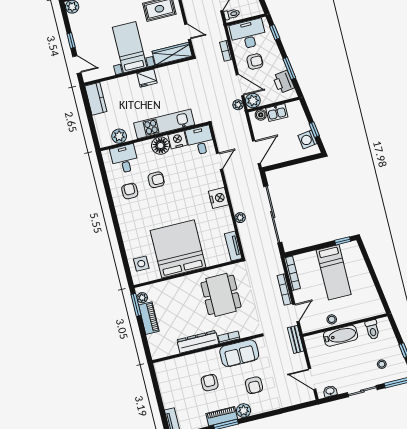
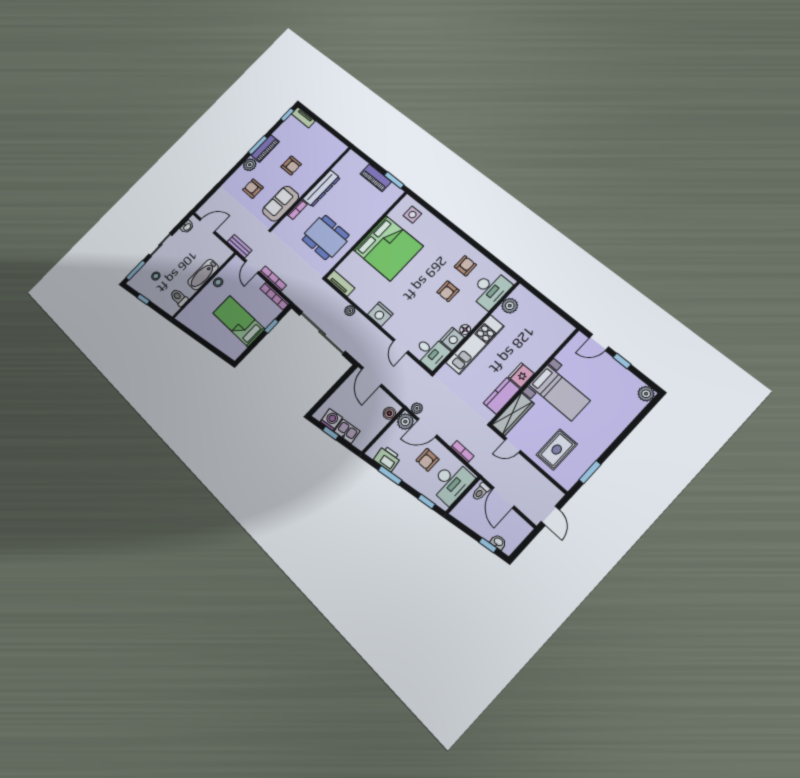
kitchen counter: (96, 99) -> (502, 396), moved, turned 90
kitchen sink: (277, 113) -> (347, 431), moved, turned 82
floor lamp: (161, 146) -> (465, 330), width x0.53, depth x0.53
desk: (124, 159) -> (490, 289), width x1.37
armchair: (130, 191) -> (465, 266), turned -90
window: (343, 241) -> (271, 326), moved
plant: (142, 298) -> (393, 189), removed

